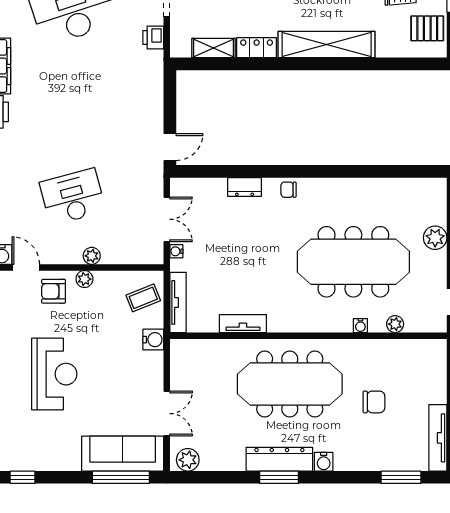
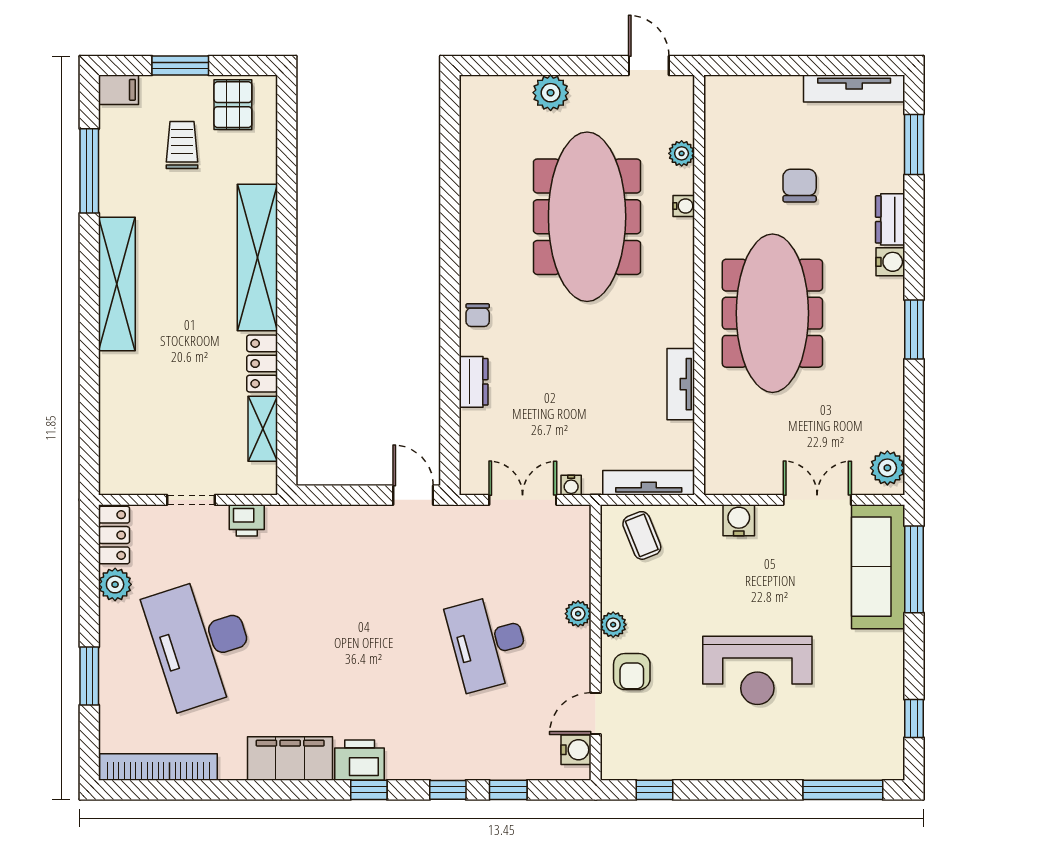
water cooler: (153, 340) -> (739, 520), moved
reception desk: (54, 374) -> (757, 670), turned 180
dresser: (279, 459) -> (890, 219), moved, width x0.51, depth x0.80

